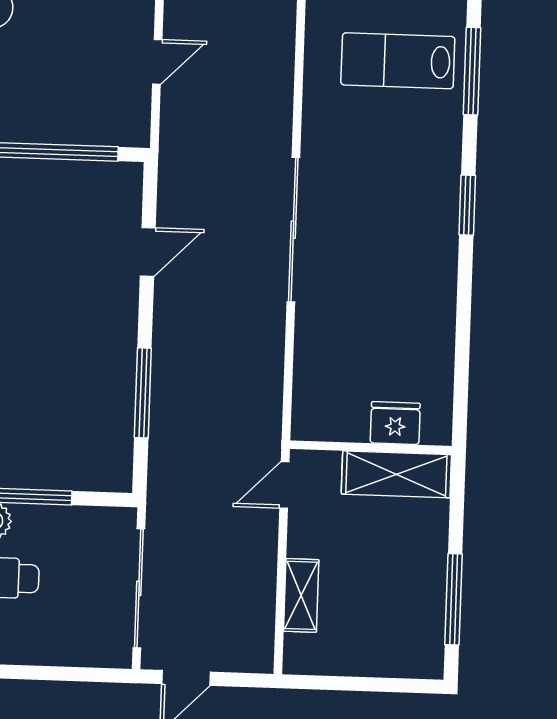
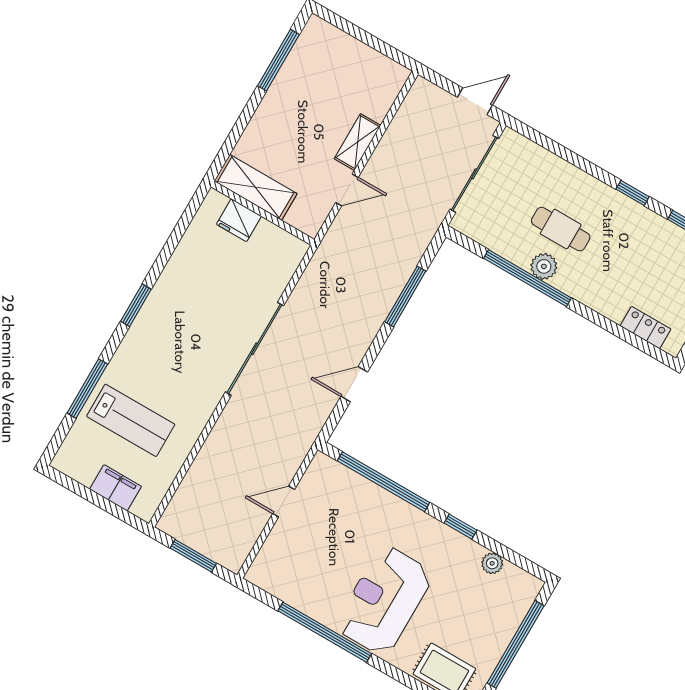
fridge: (395, 423) -> (239, 220), moved
wall: (371, 447) -> (263, 213), moved
shelving: (396, 474) -> (256, 187), moved
shelving: (301, 595) -> (358, 142), moved

